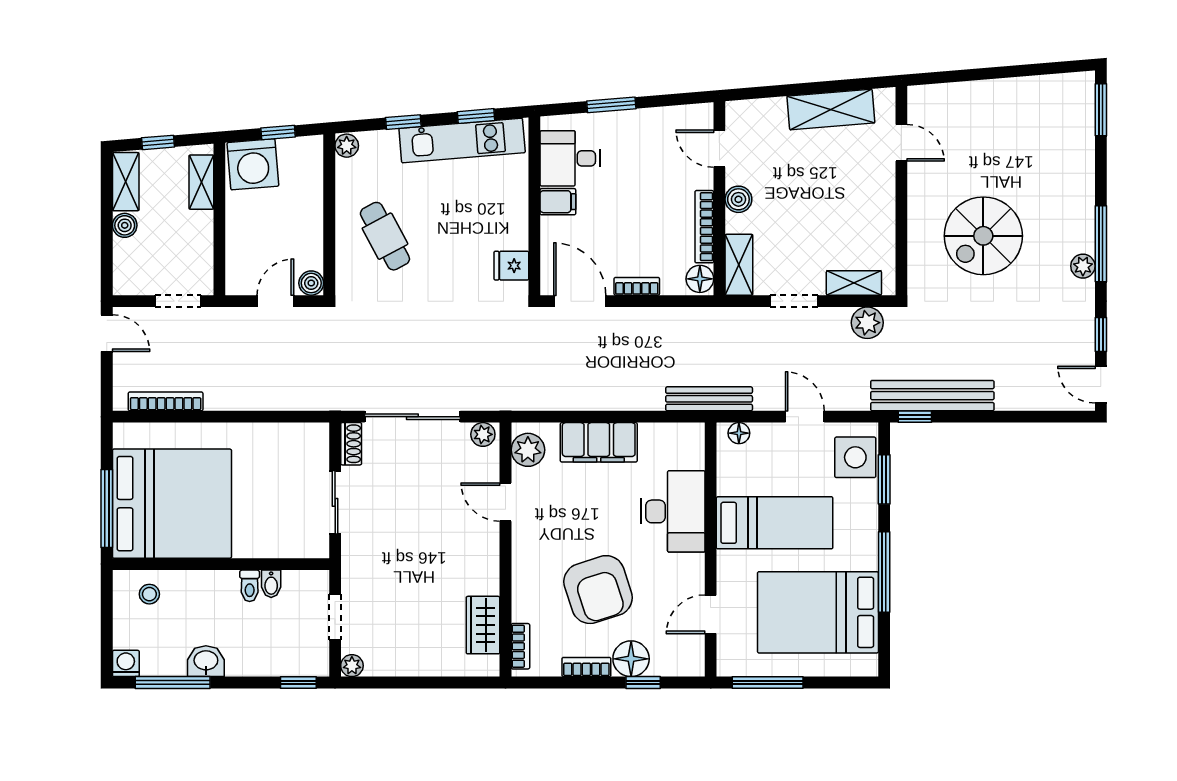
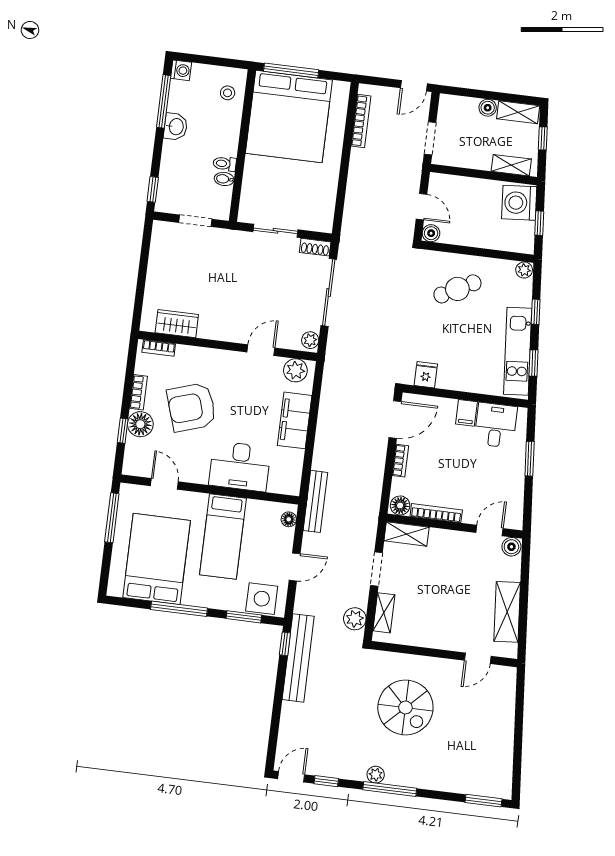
boiler: (738, 199) -> (511, 547), moved
spiral stairs: (983, 236) -> (405, 708), turned 180
plant: (352, 666) -> (160, 228), removed

